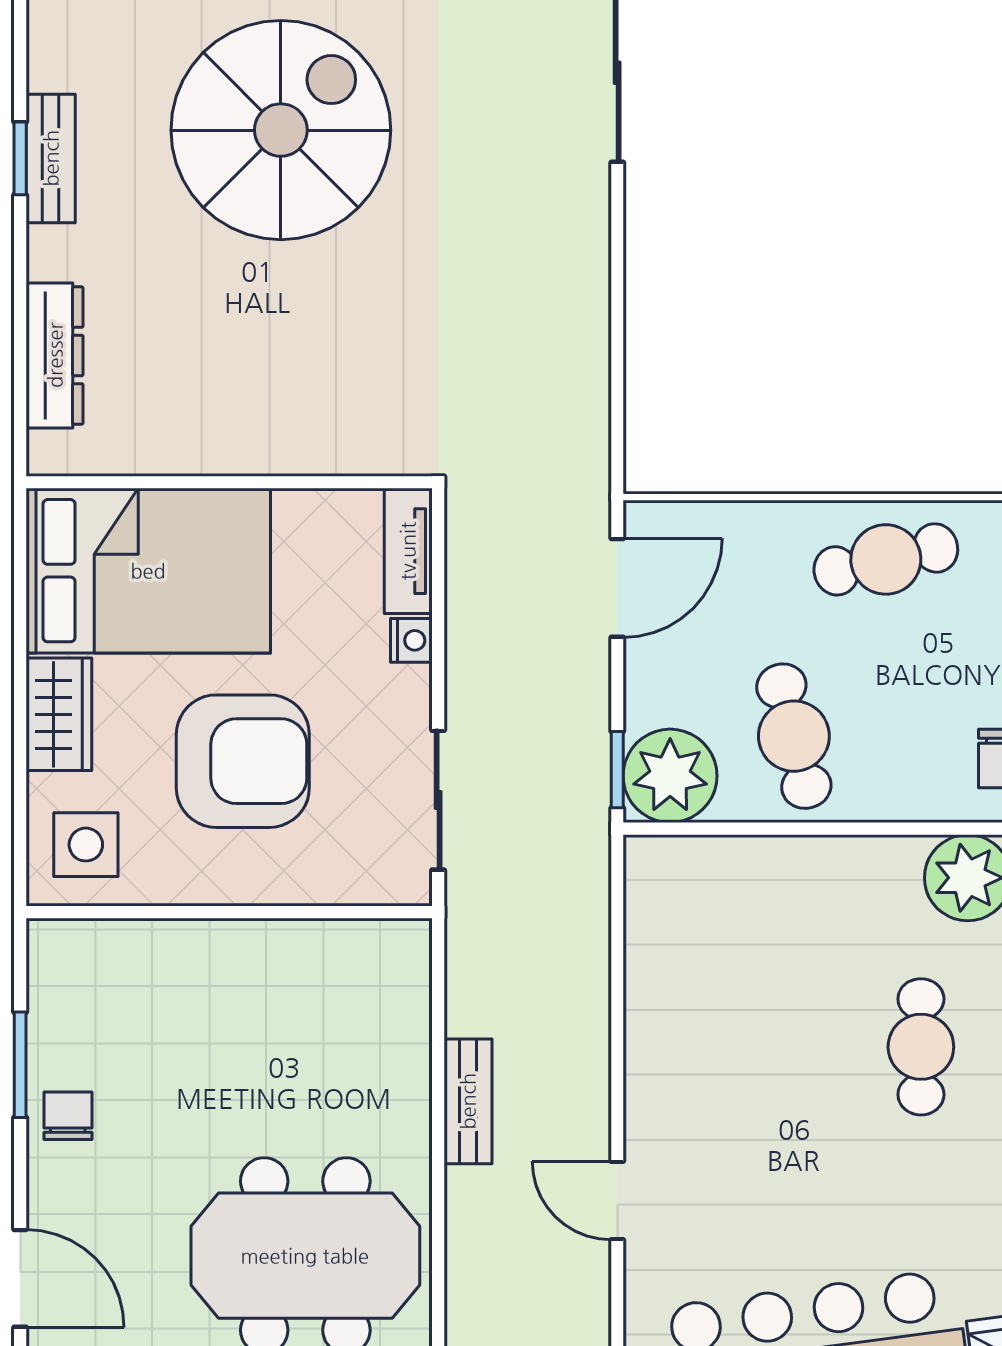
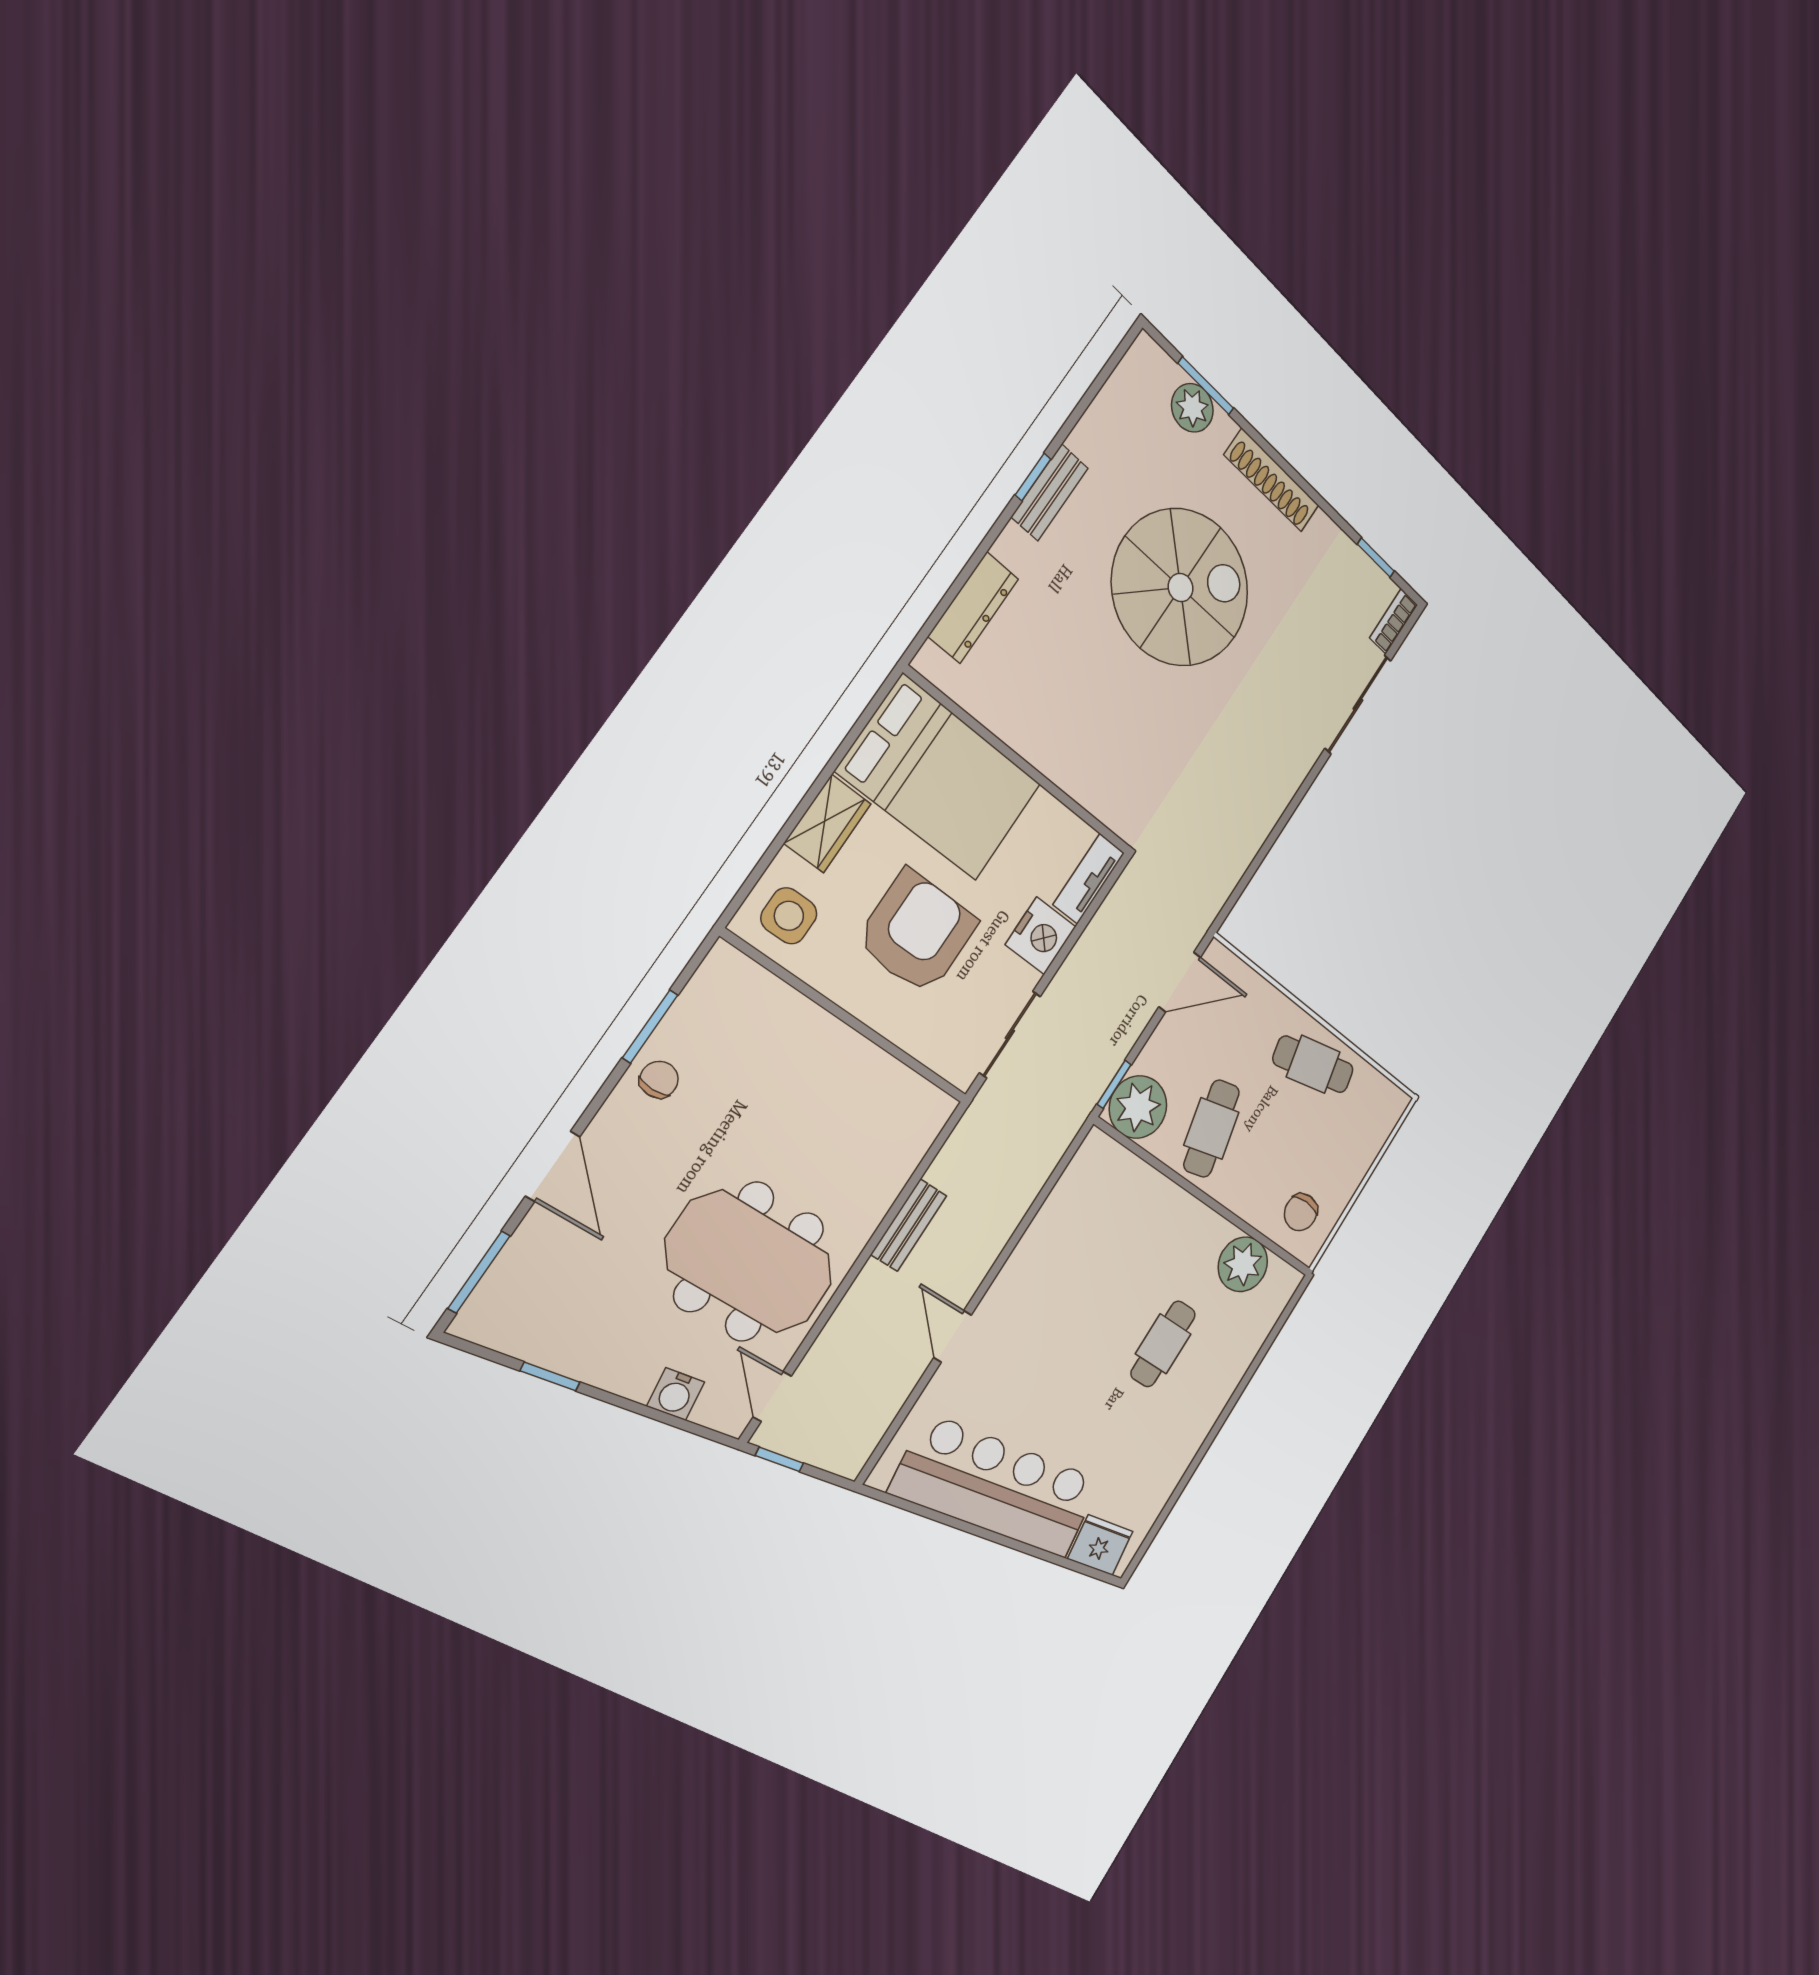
nightstand: (411, 640) -> (1041, 936), width x1.89, depth x1.79
armchair: (243, 761) -> (917, 932), turned -90

